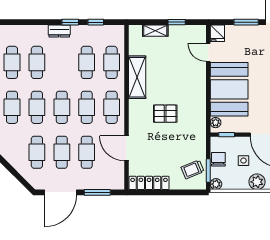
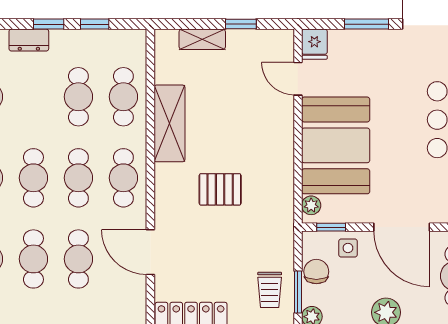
side table: (243, 161) -> (348, 248), moved
trolley: (193, 169) -> (270, 290), turned -68

